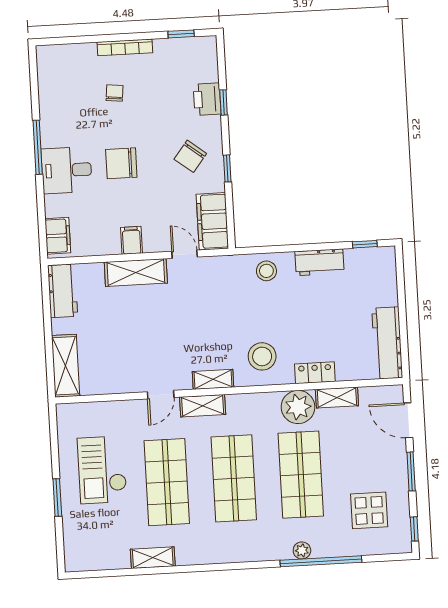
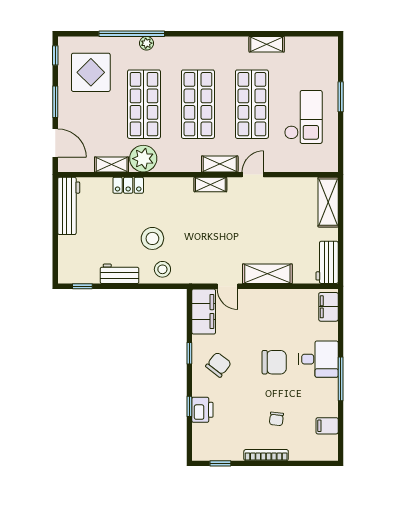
filing cabinet: (132, 240) -> (327, 426), moved, turned 90
stool: (262, 356) -> (152, 238), moved
display table: (369, 510) -> (91, 72), width x1.36, depth x1.36

